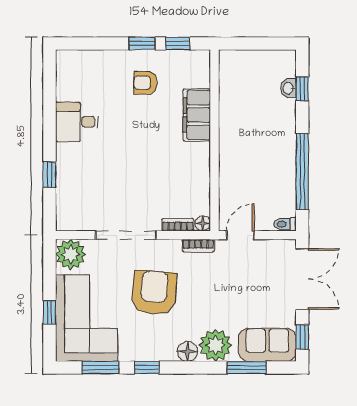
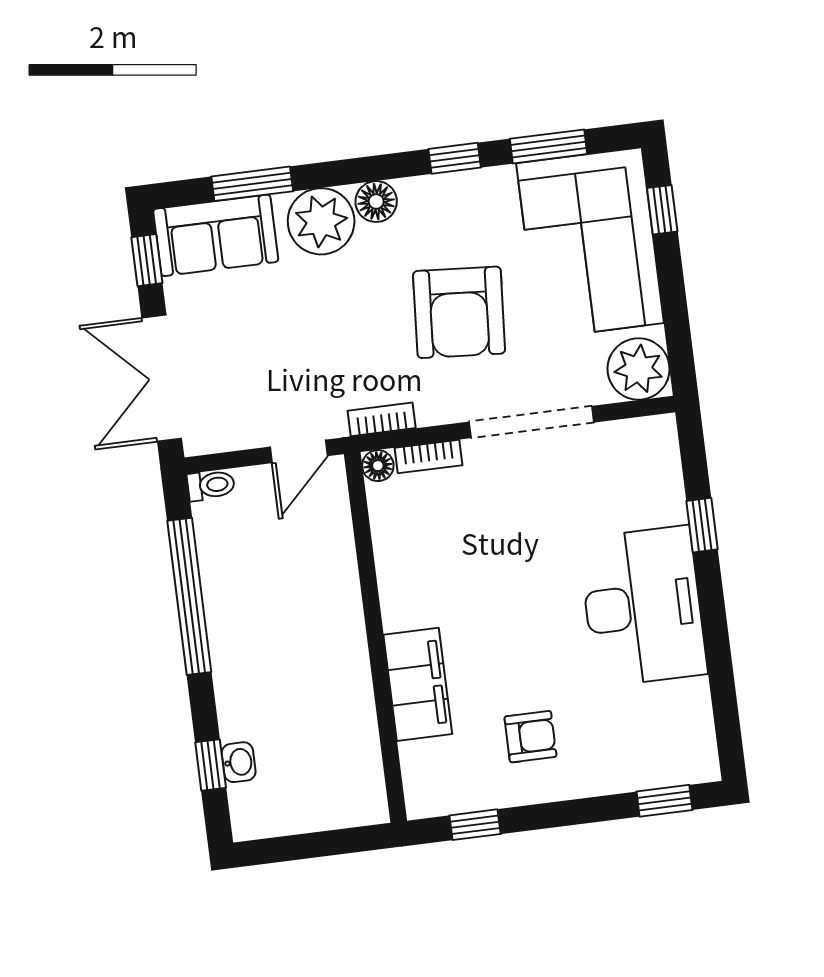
window: (142, 44) -> (664, 801), moved
desk: (77, 122) -> (643, 606), width x1.87, depth x1.30
window: (49, 312) -> (662, 210), moved

